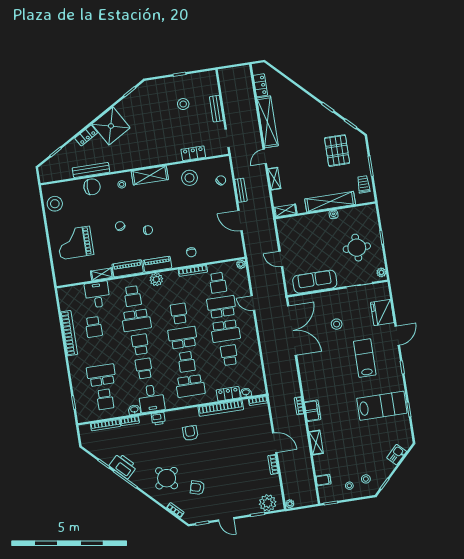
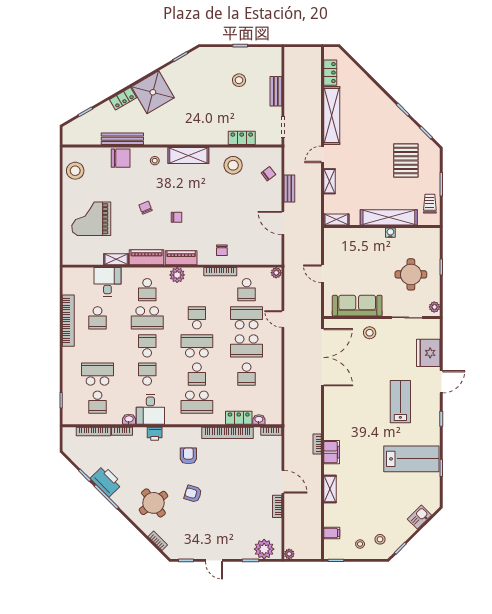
stool: (337, 324) -> (370, 333), moved
school desk: (229, 355) -> (247, 374), turned 180
armchair: (197, 488) -> (193, 494), moved

